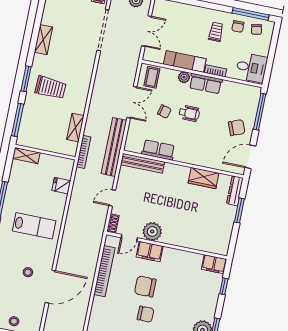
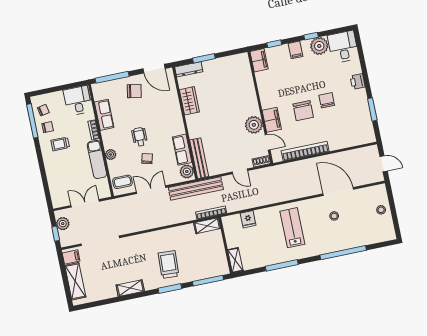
row of seats: (206, 84) -> (104, 115), moved
shelving: (75, 128) -> (207, 226), moved
chair: (237, 128) -> (134, 91), turned 122
plant: (135, 145) -> (187, 171), added
filing cabinet: (209, 305) -> (296, 50), added

